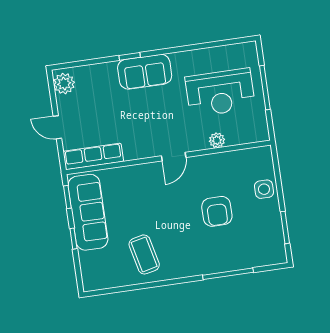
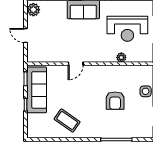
row of seats: (93, 156) -> (45, 56), removed
door: (174, 157) -> (76, 64), moved
coffee table: (144, 254) -> (67, 120), turned -42

